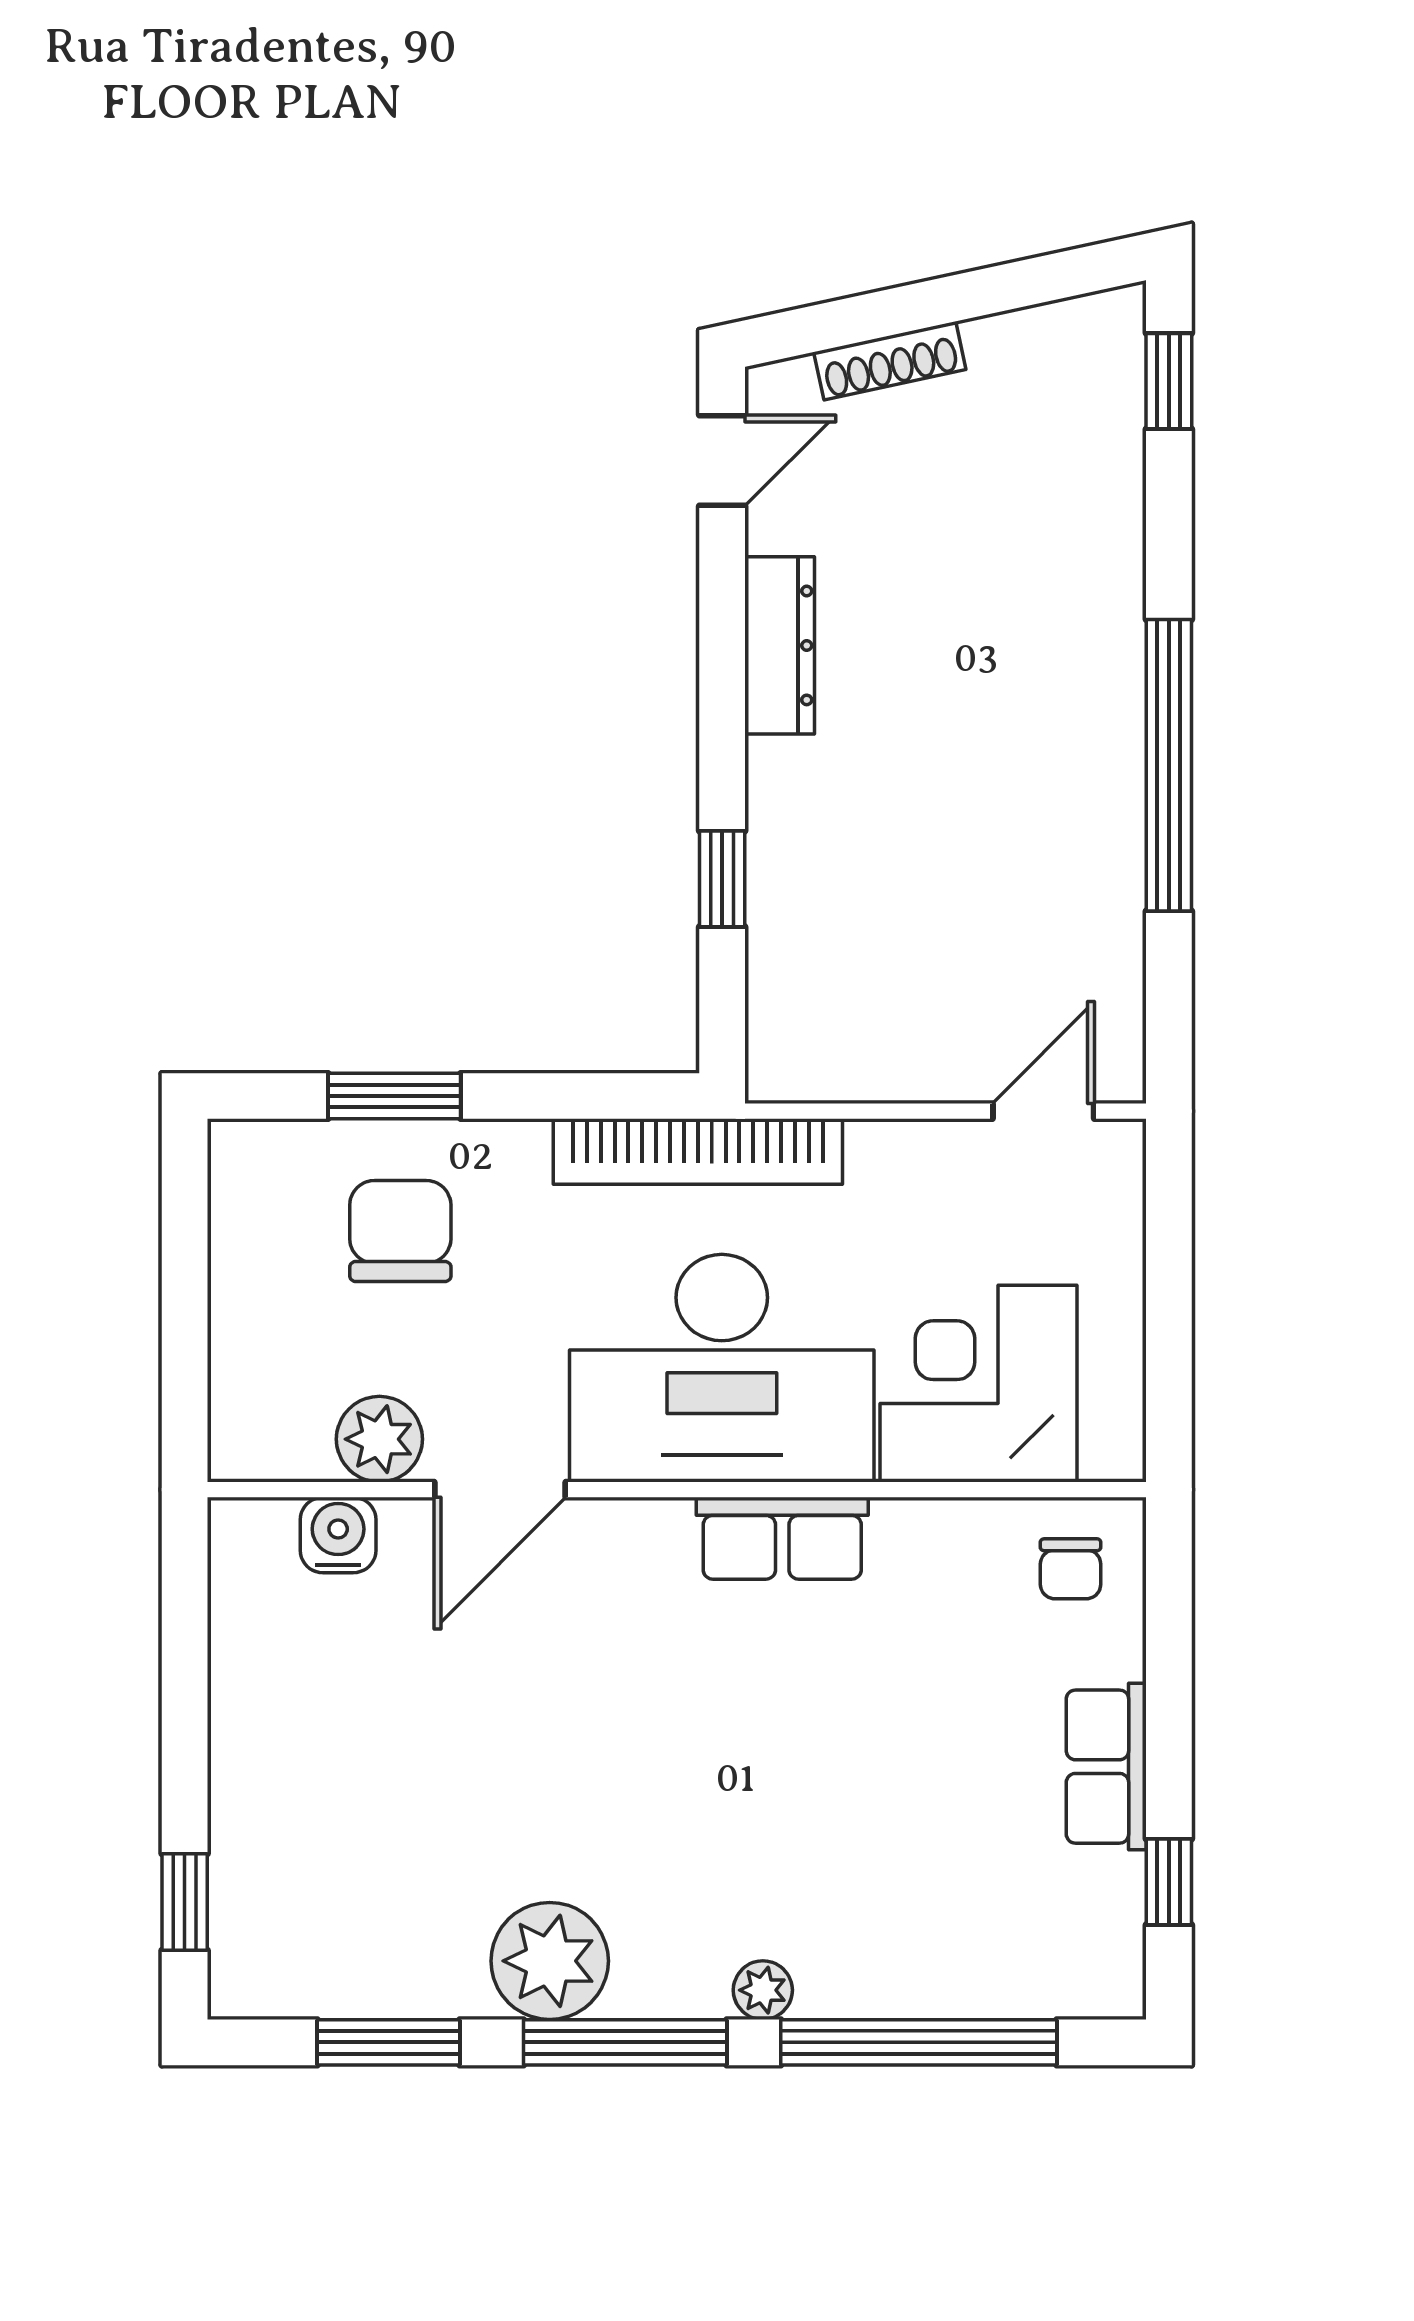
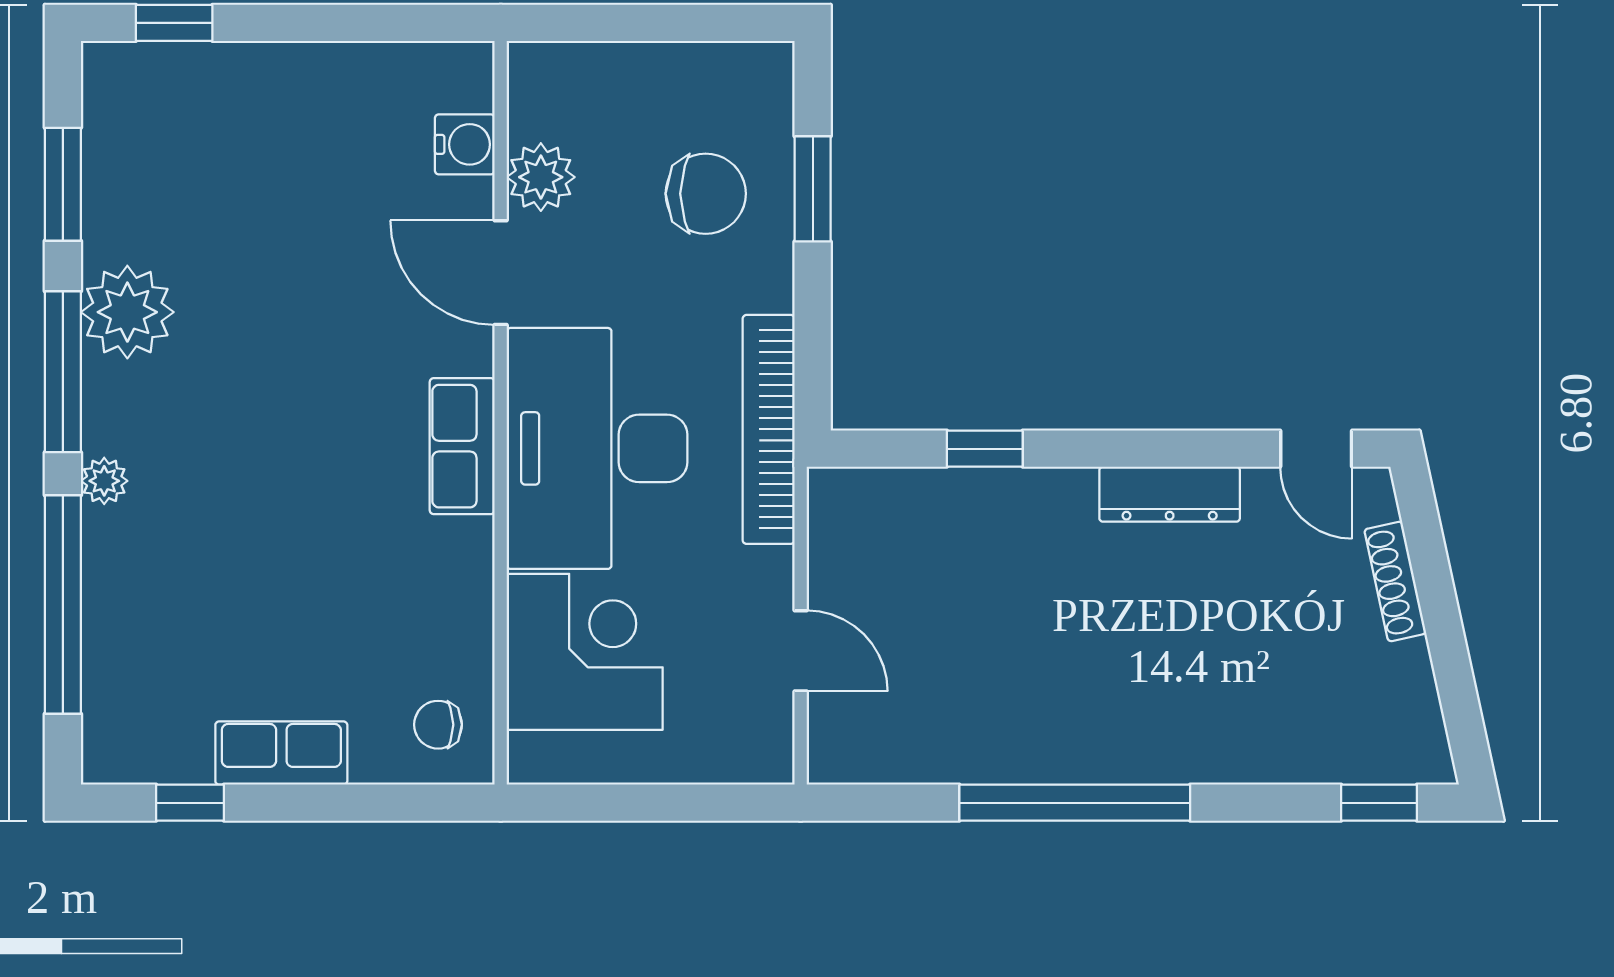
door: (1043, 1111) -> (801, 651), moved
row of seats: (782, 1538) -> (462, 446), moved

